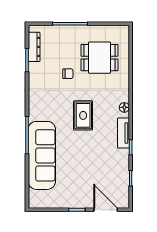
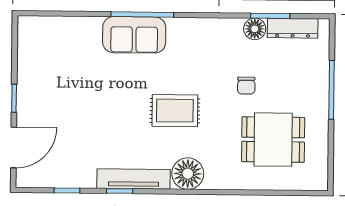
dining table: (99, 58) -> (273, 140), turned 90
floor lamp: (35, 69) -> (255, 29), added
floor lamp: (124, 107) -> (188, 174), width x1.89, depth x1.89
tv unit: (123, 133) -> (134, 179), width x1.41
sofa: (42, 155) -> (134, 35), width x0.54, depth x0.79

